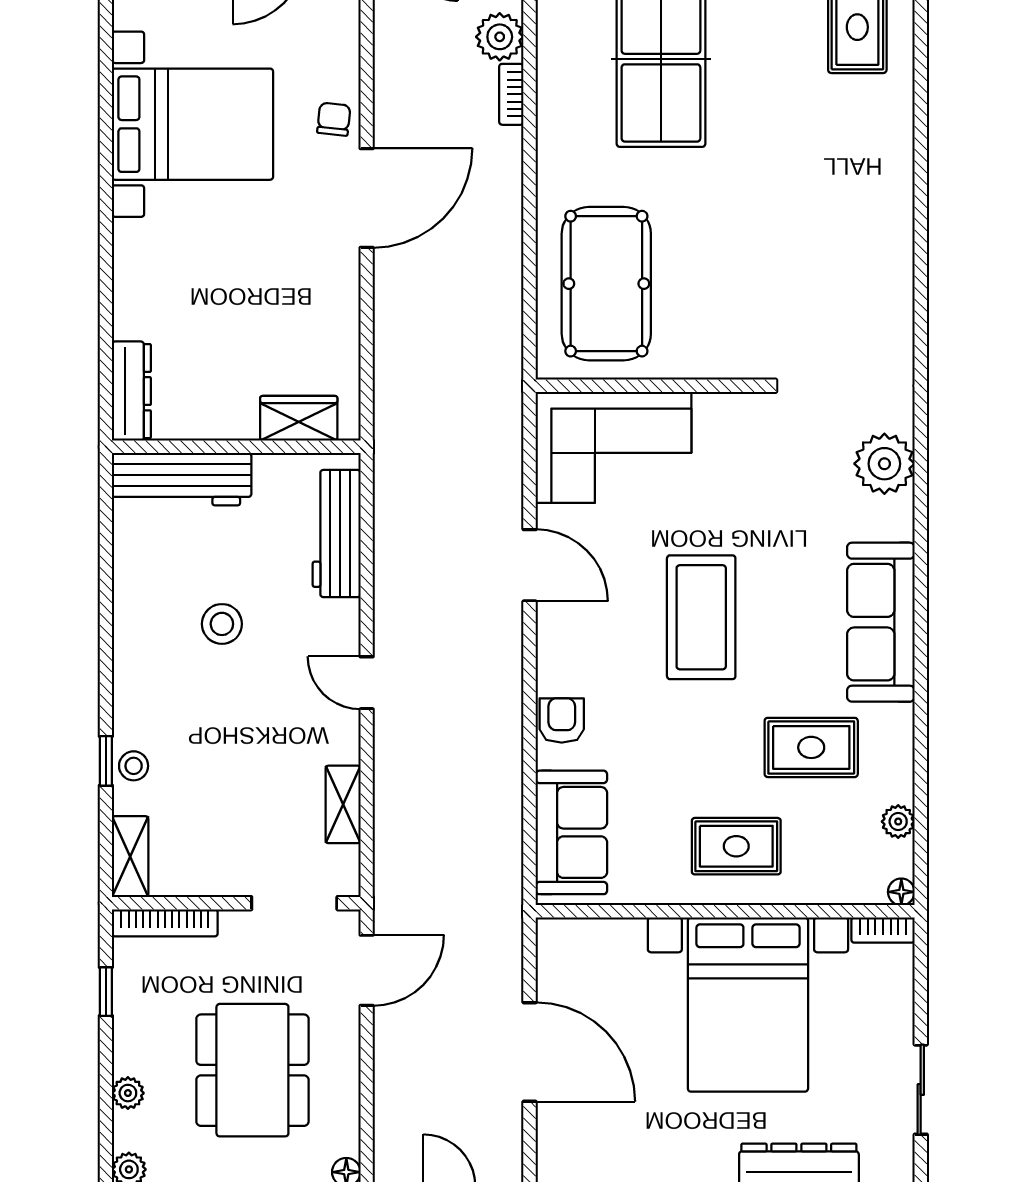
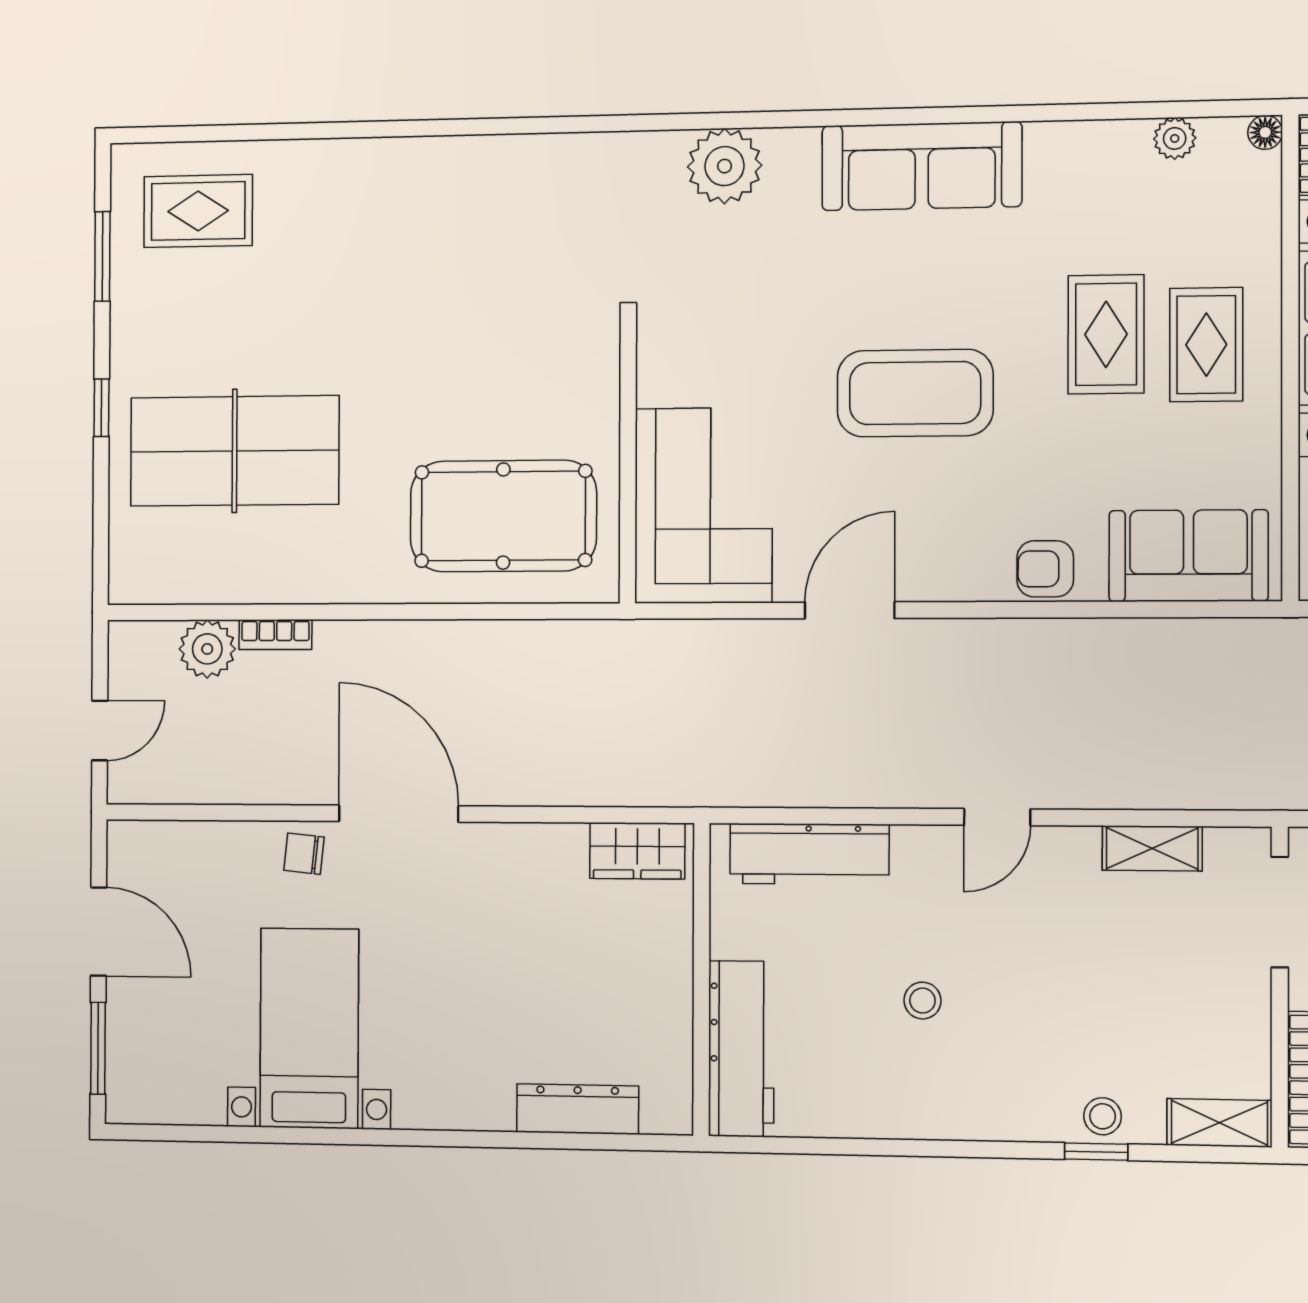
bed with nightstands: (193, 124) -> (309, 1028), width x0.73
dresser: (131, 391) -> (578, 1109), moved
wardrobe: (299, 418) -> (637, 851), moved, turned -90
stool: (222, 624) -> (922, 1001), width x0.73, depth x0.73
rug: (811, 747) -> (1106, 334), moved

